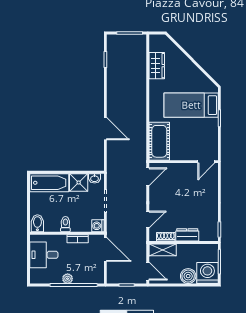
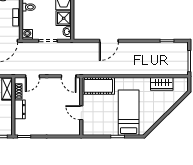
door: (206, 162) -> (81, 113), moved
door: (148, 220) -> (33, 76), hinge flipped

